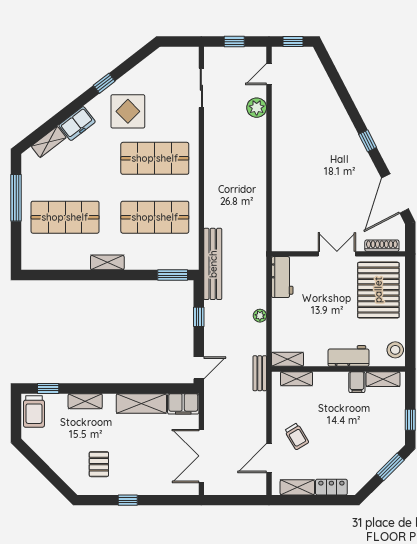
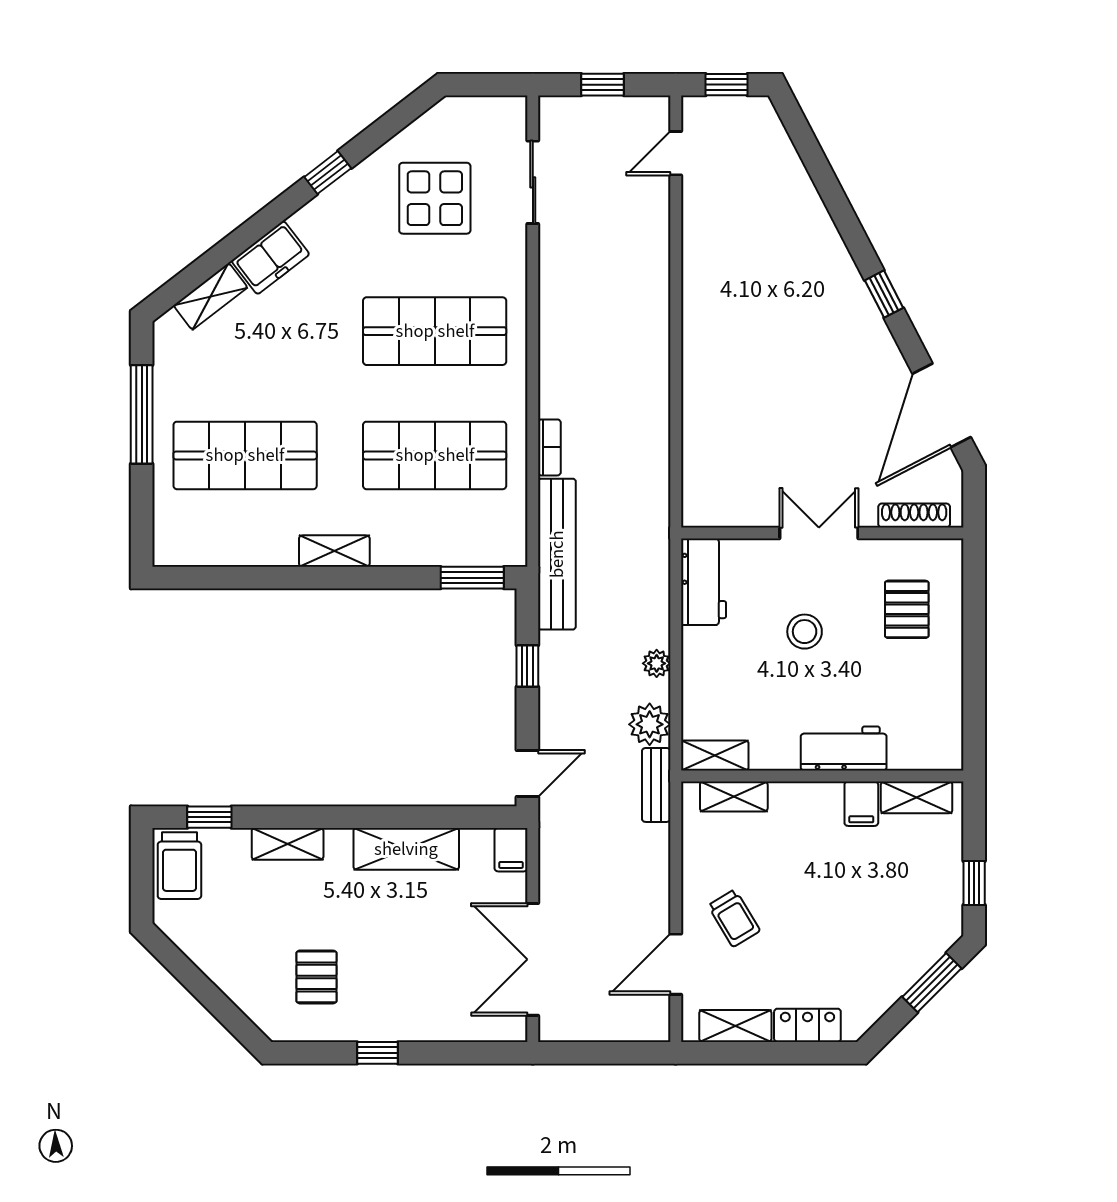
plant: (257, 108) -> (650, 724), moved
display table: (128, 111) -> (435, 198), moved
bookcase: (209, 213) -> (549, 447), added
pallet: (378, 290) -> (907, 609), width x0.49, depth x0.50
stool: (395, 350) -> (805, 632), moved
filing cabinet: (183, 404) -> (511, 850), width x0.50

